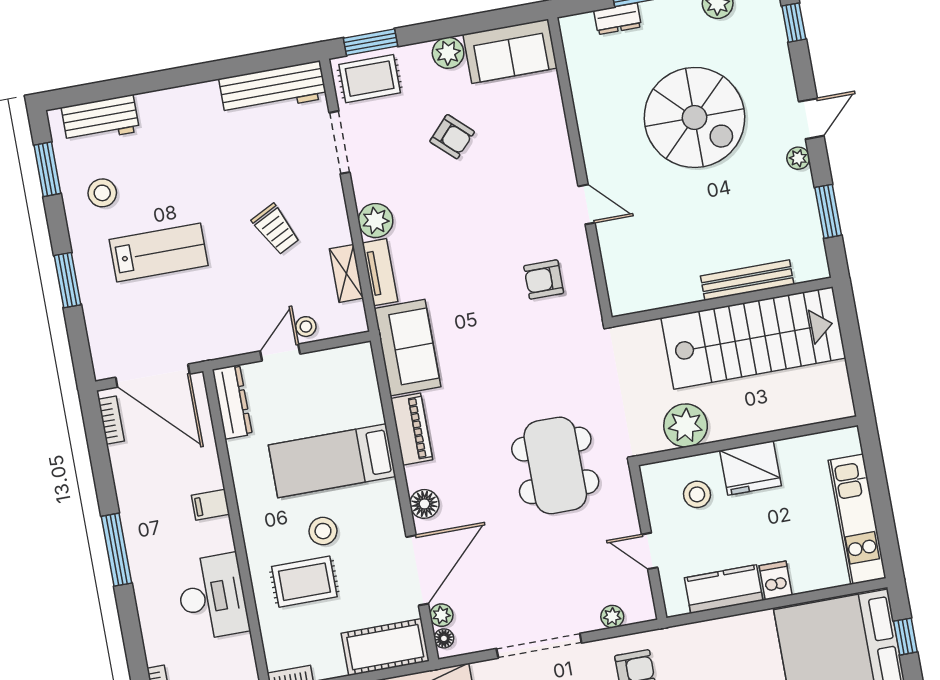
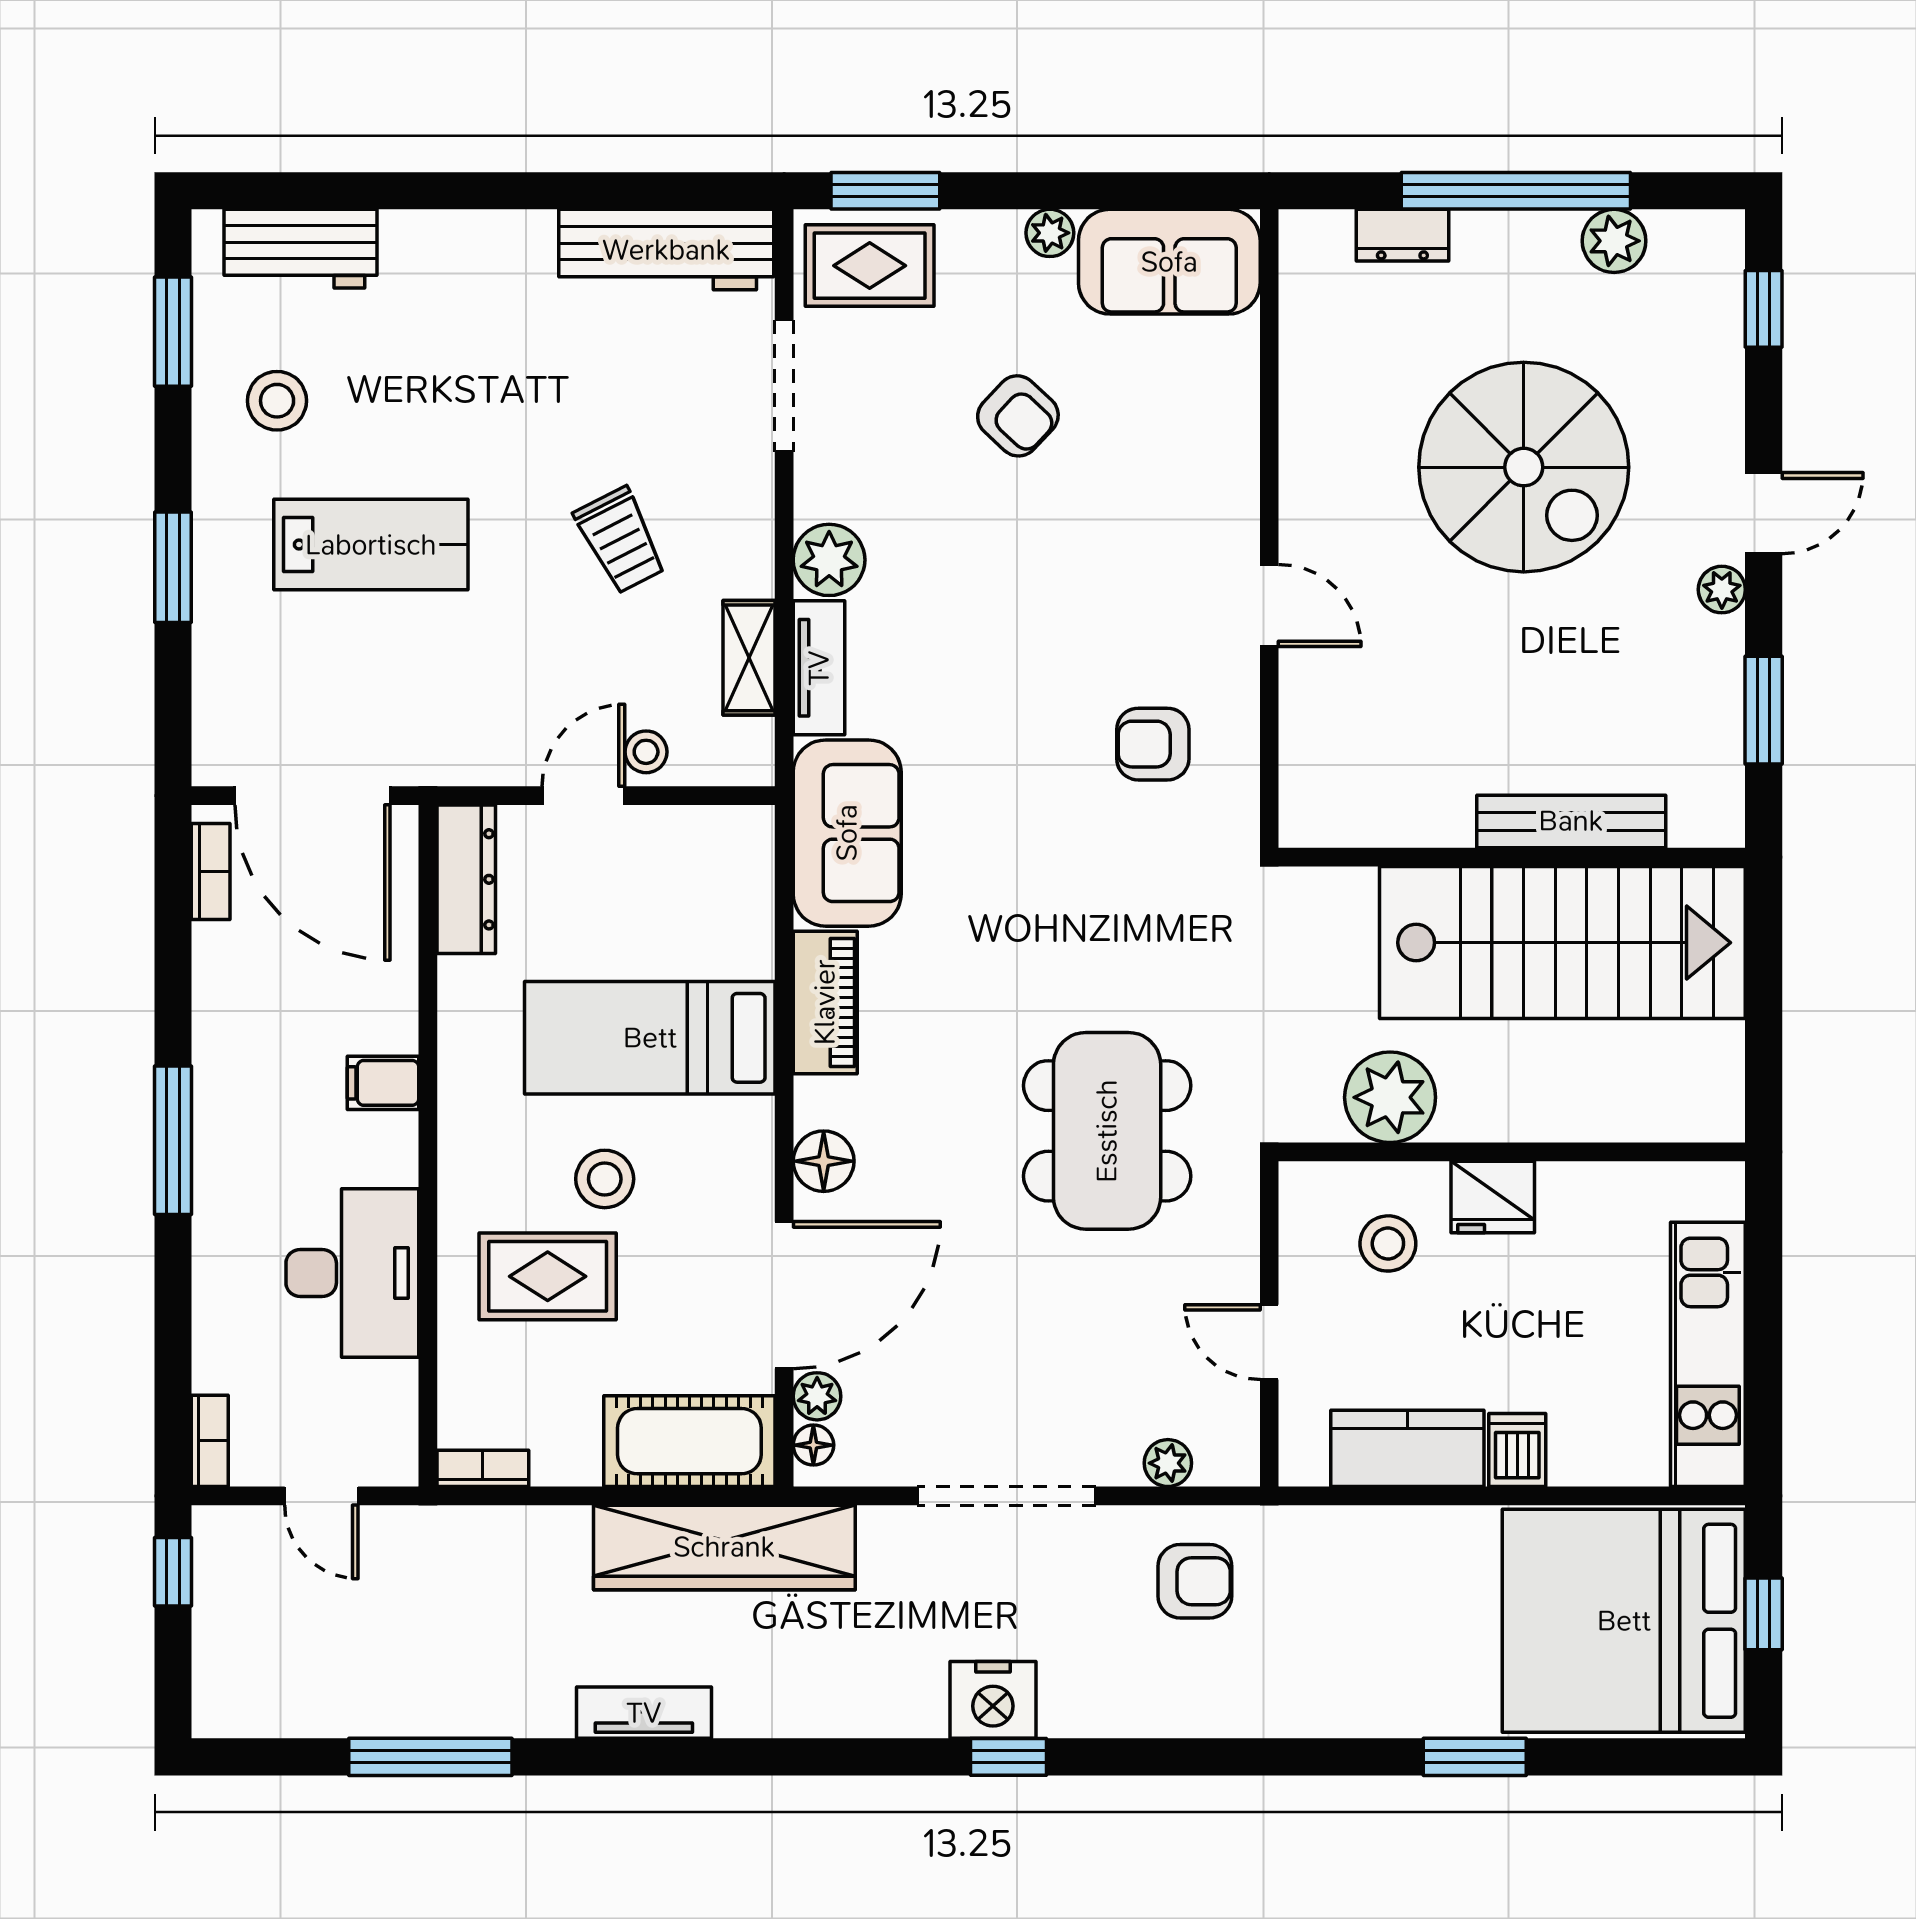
plant: (448, 53) -> (1050, 233), width x0.73, depth x0.73
fridge: (750, 468) -> (1493, 1197), width x0.73, depth x0.75

